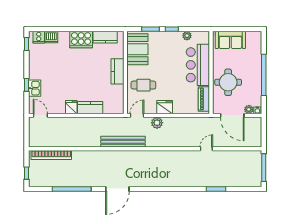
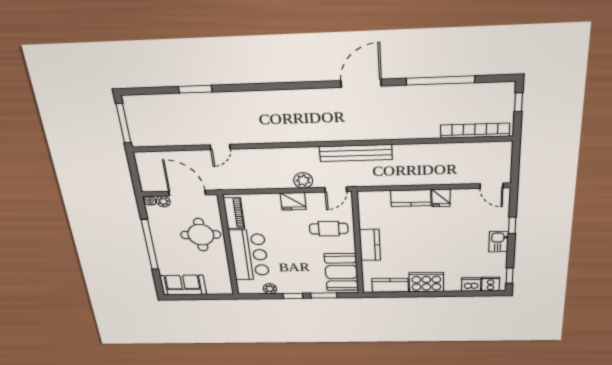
sofa: (230, 40) -> (183, 285), moved
kitchen sink: (35, 88) -> (499, 242), moved

